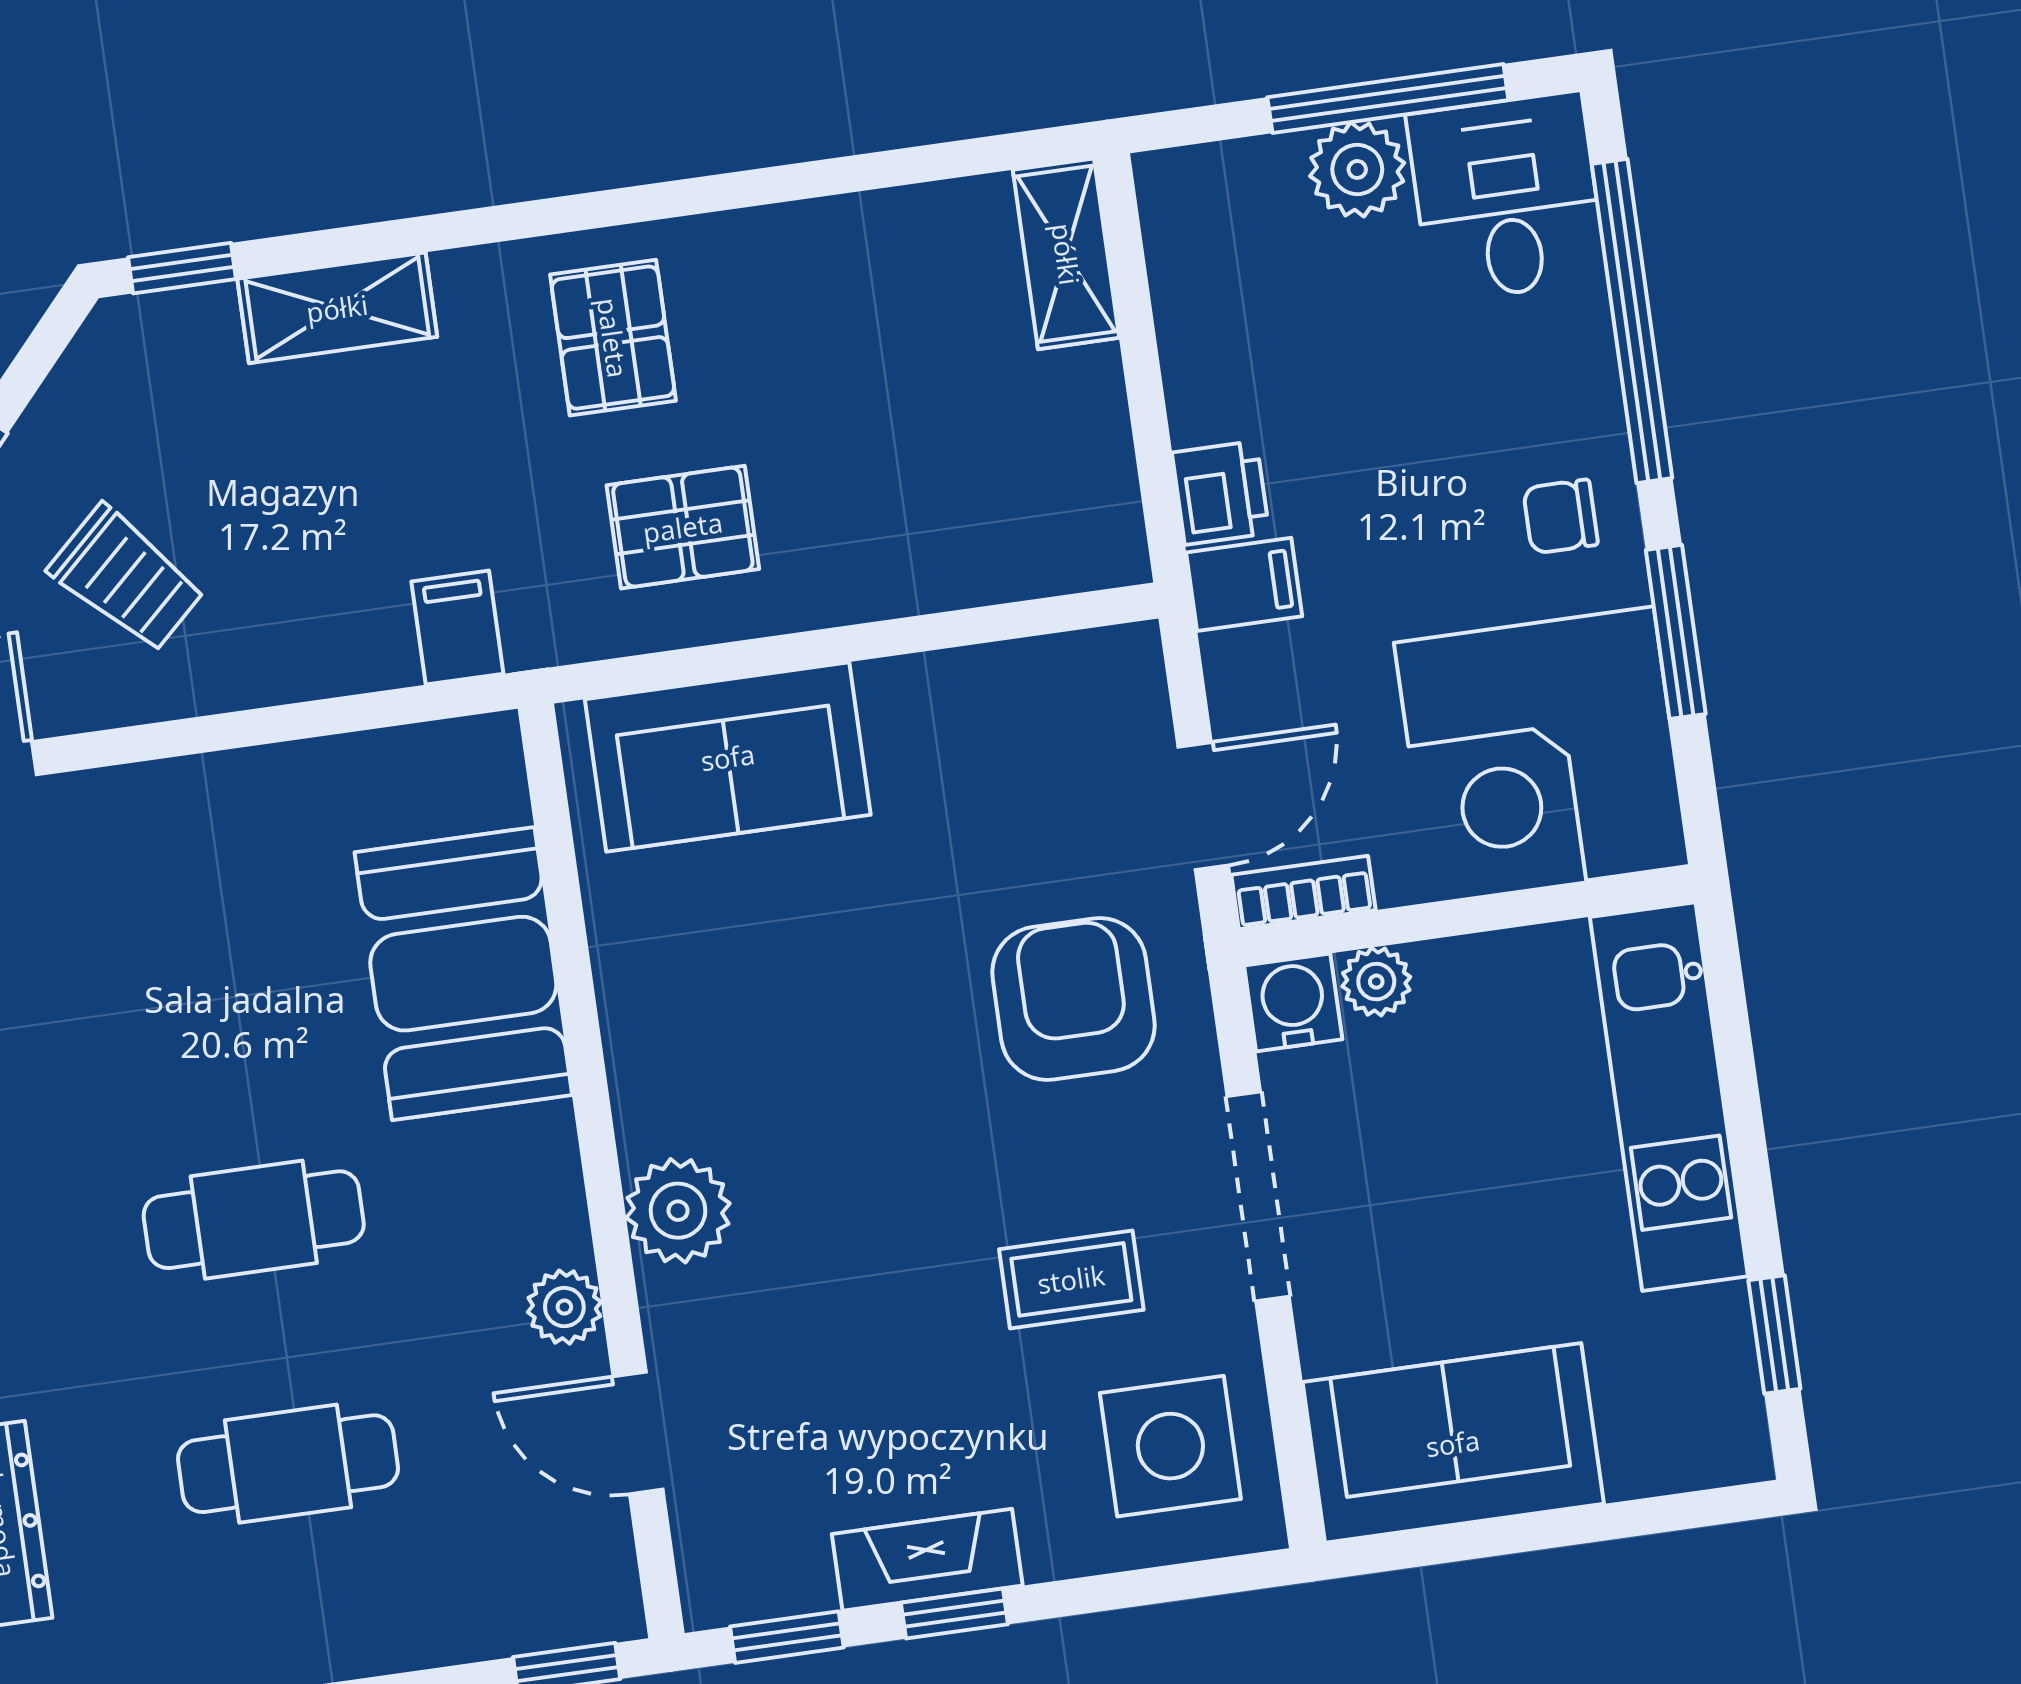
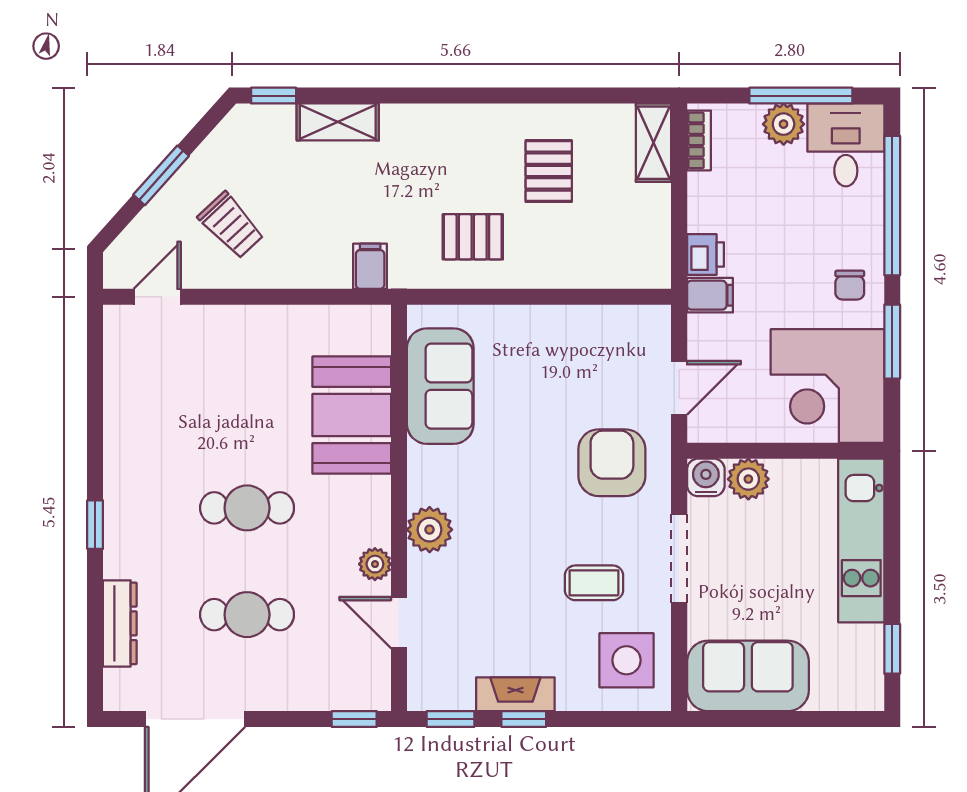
pallet: (613, 338) -> (549, 171), moved
chair: (1560, 516) -> (850, 285), turned -90
sofa: (728, 757) -> (440, 386), moved, turned -90
bookcase: (1303, 892) -> (699, 140), moved, turned 90
plant: (1376, 982) -> (748, 479), width x1.38, depth x1.38

